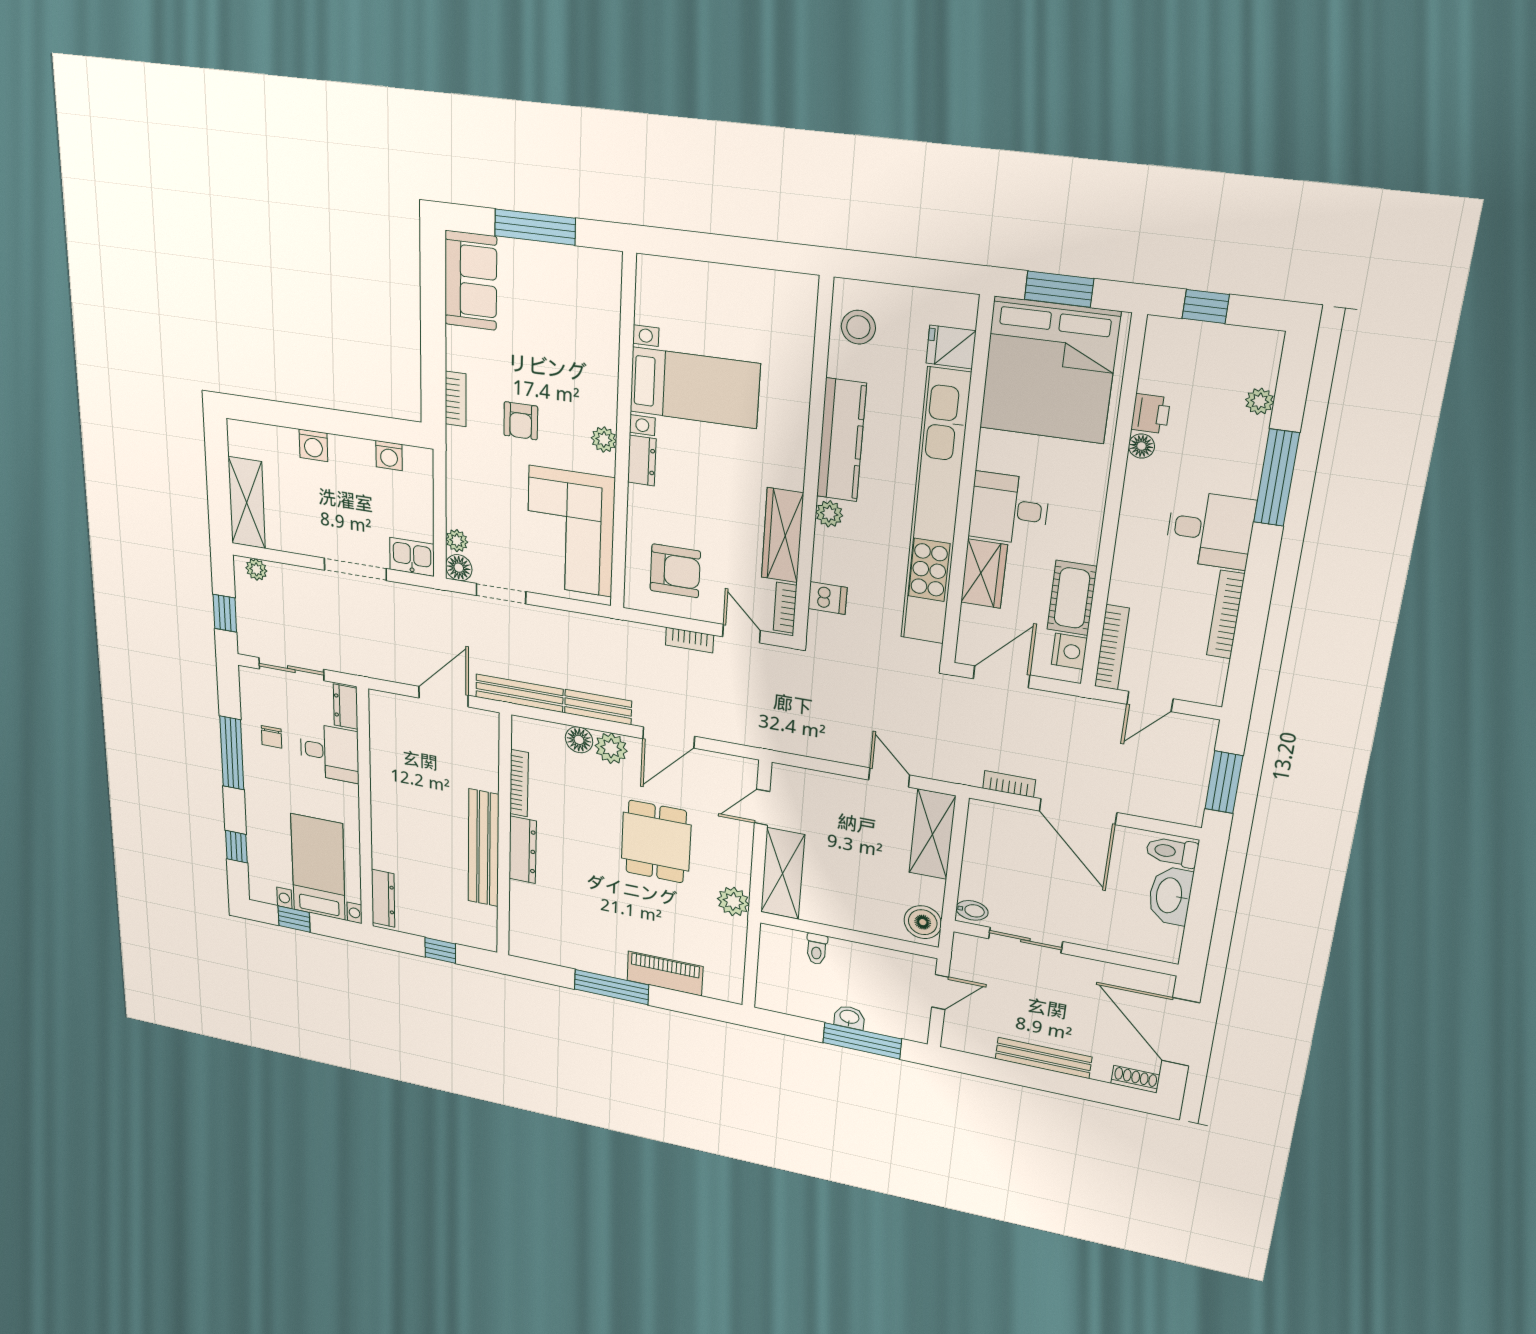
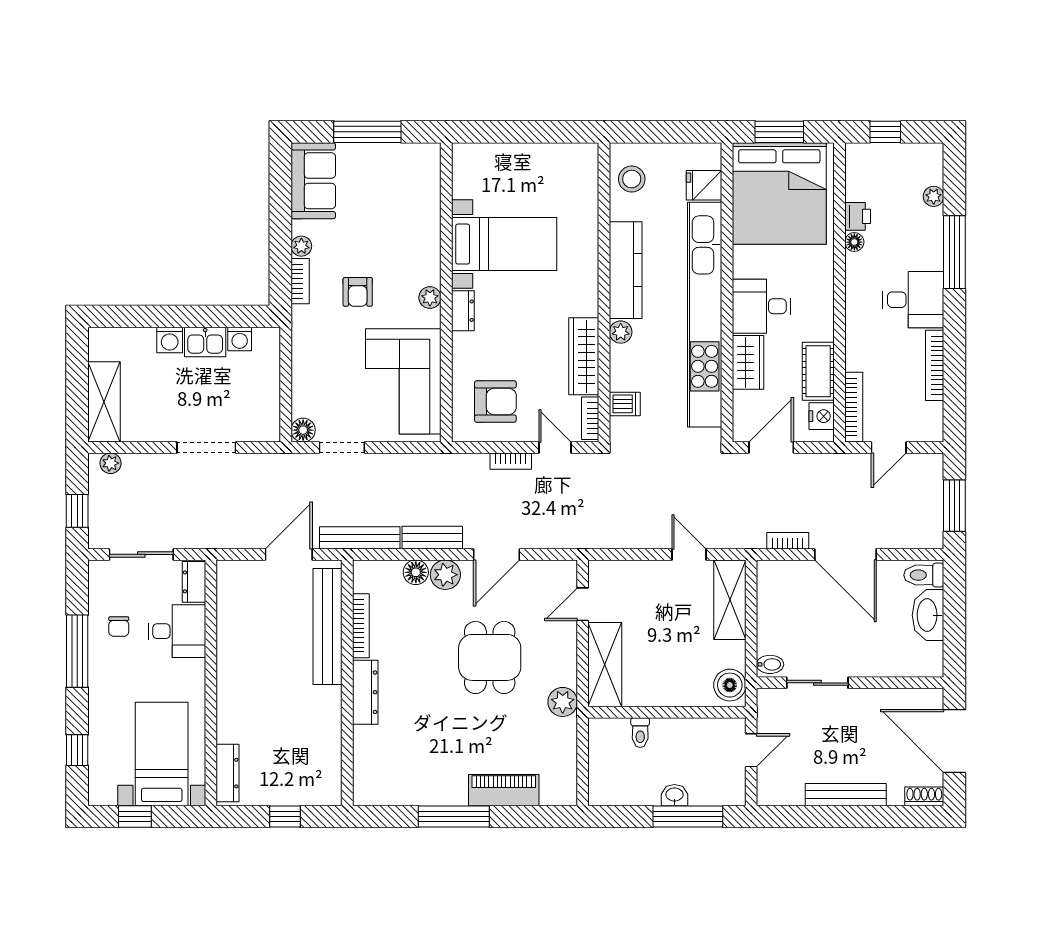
plant: (457, 541) -> (301, 246), moved
kitchen sink: (412, 557) -> (205, 342), moved, turned 180
bench: (483, 848) -> (327, 626), moved

